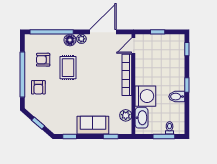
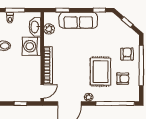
floor lamp: (70, 40) -> (99, 96), removed
rug: (68, 68) -> (101, 72), width x1.36, depth x1.43
sofa: (93, 125) -> (78, 20), width x1.36

